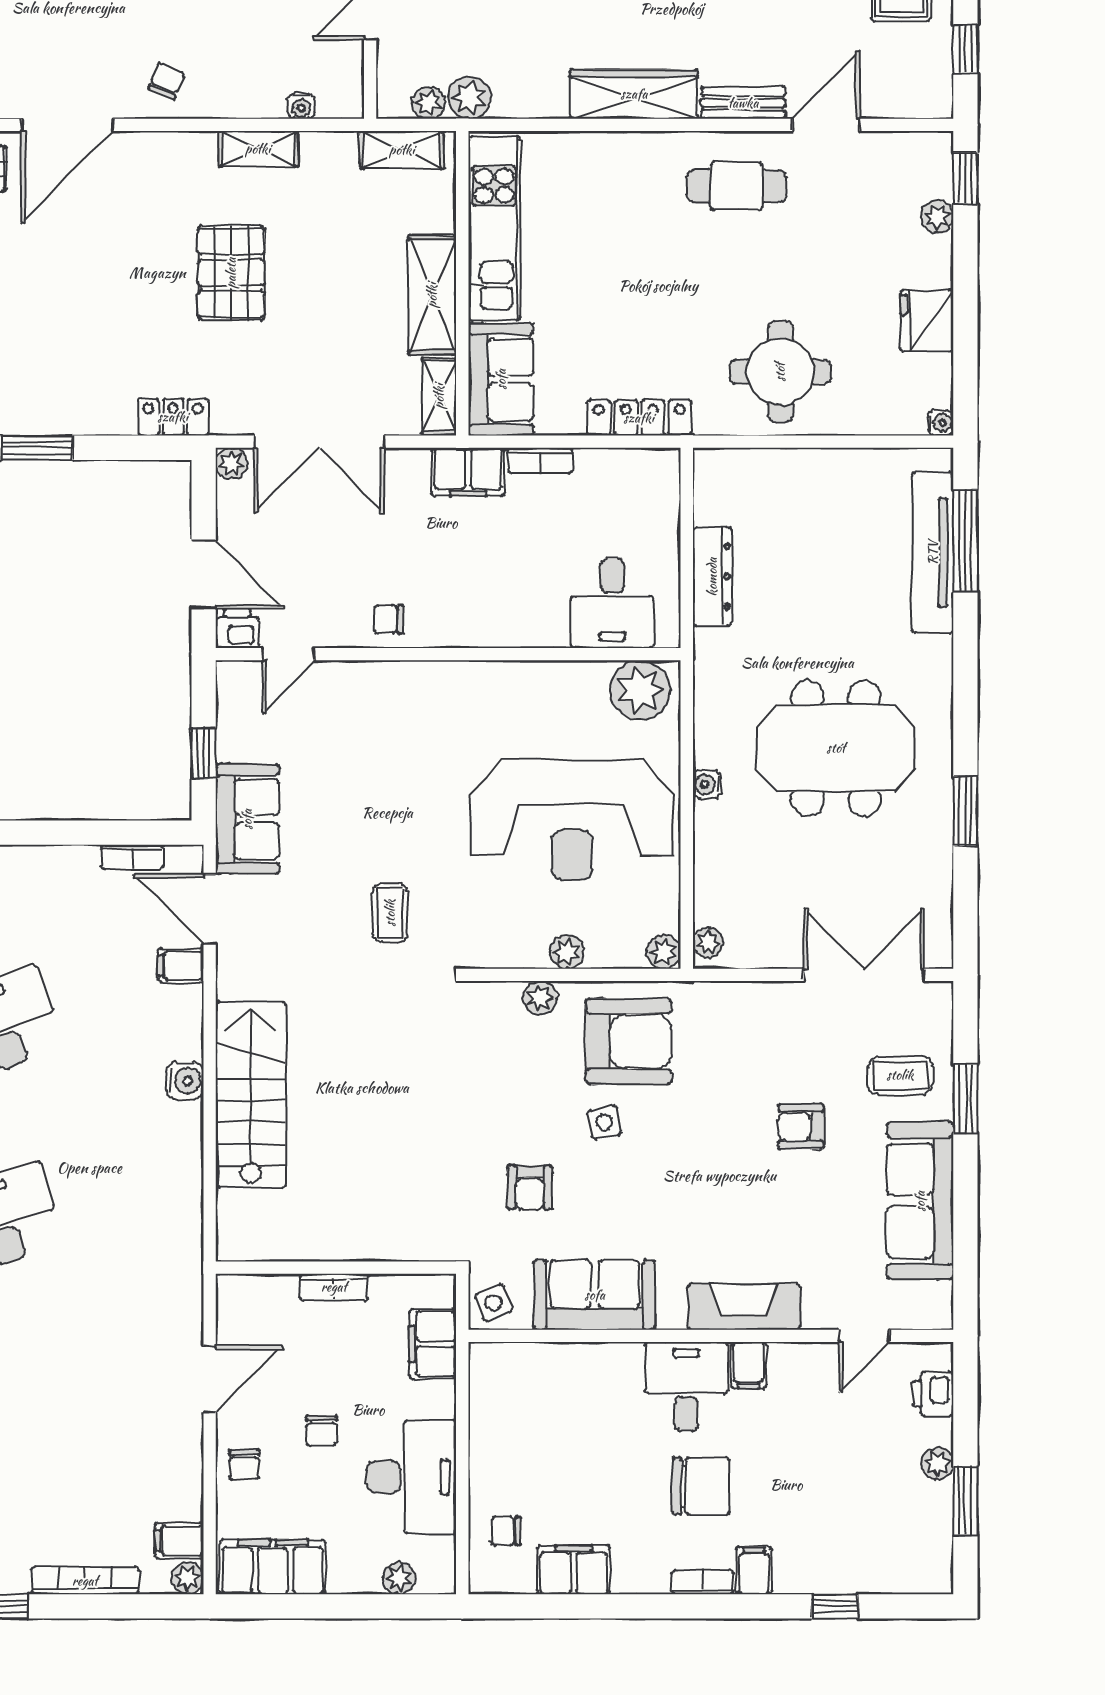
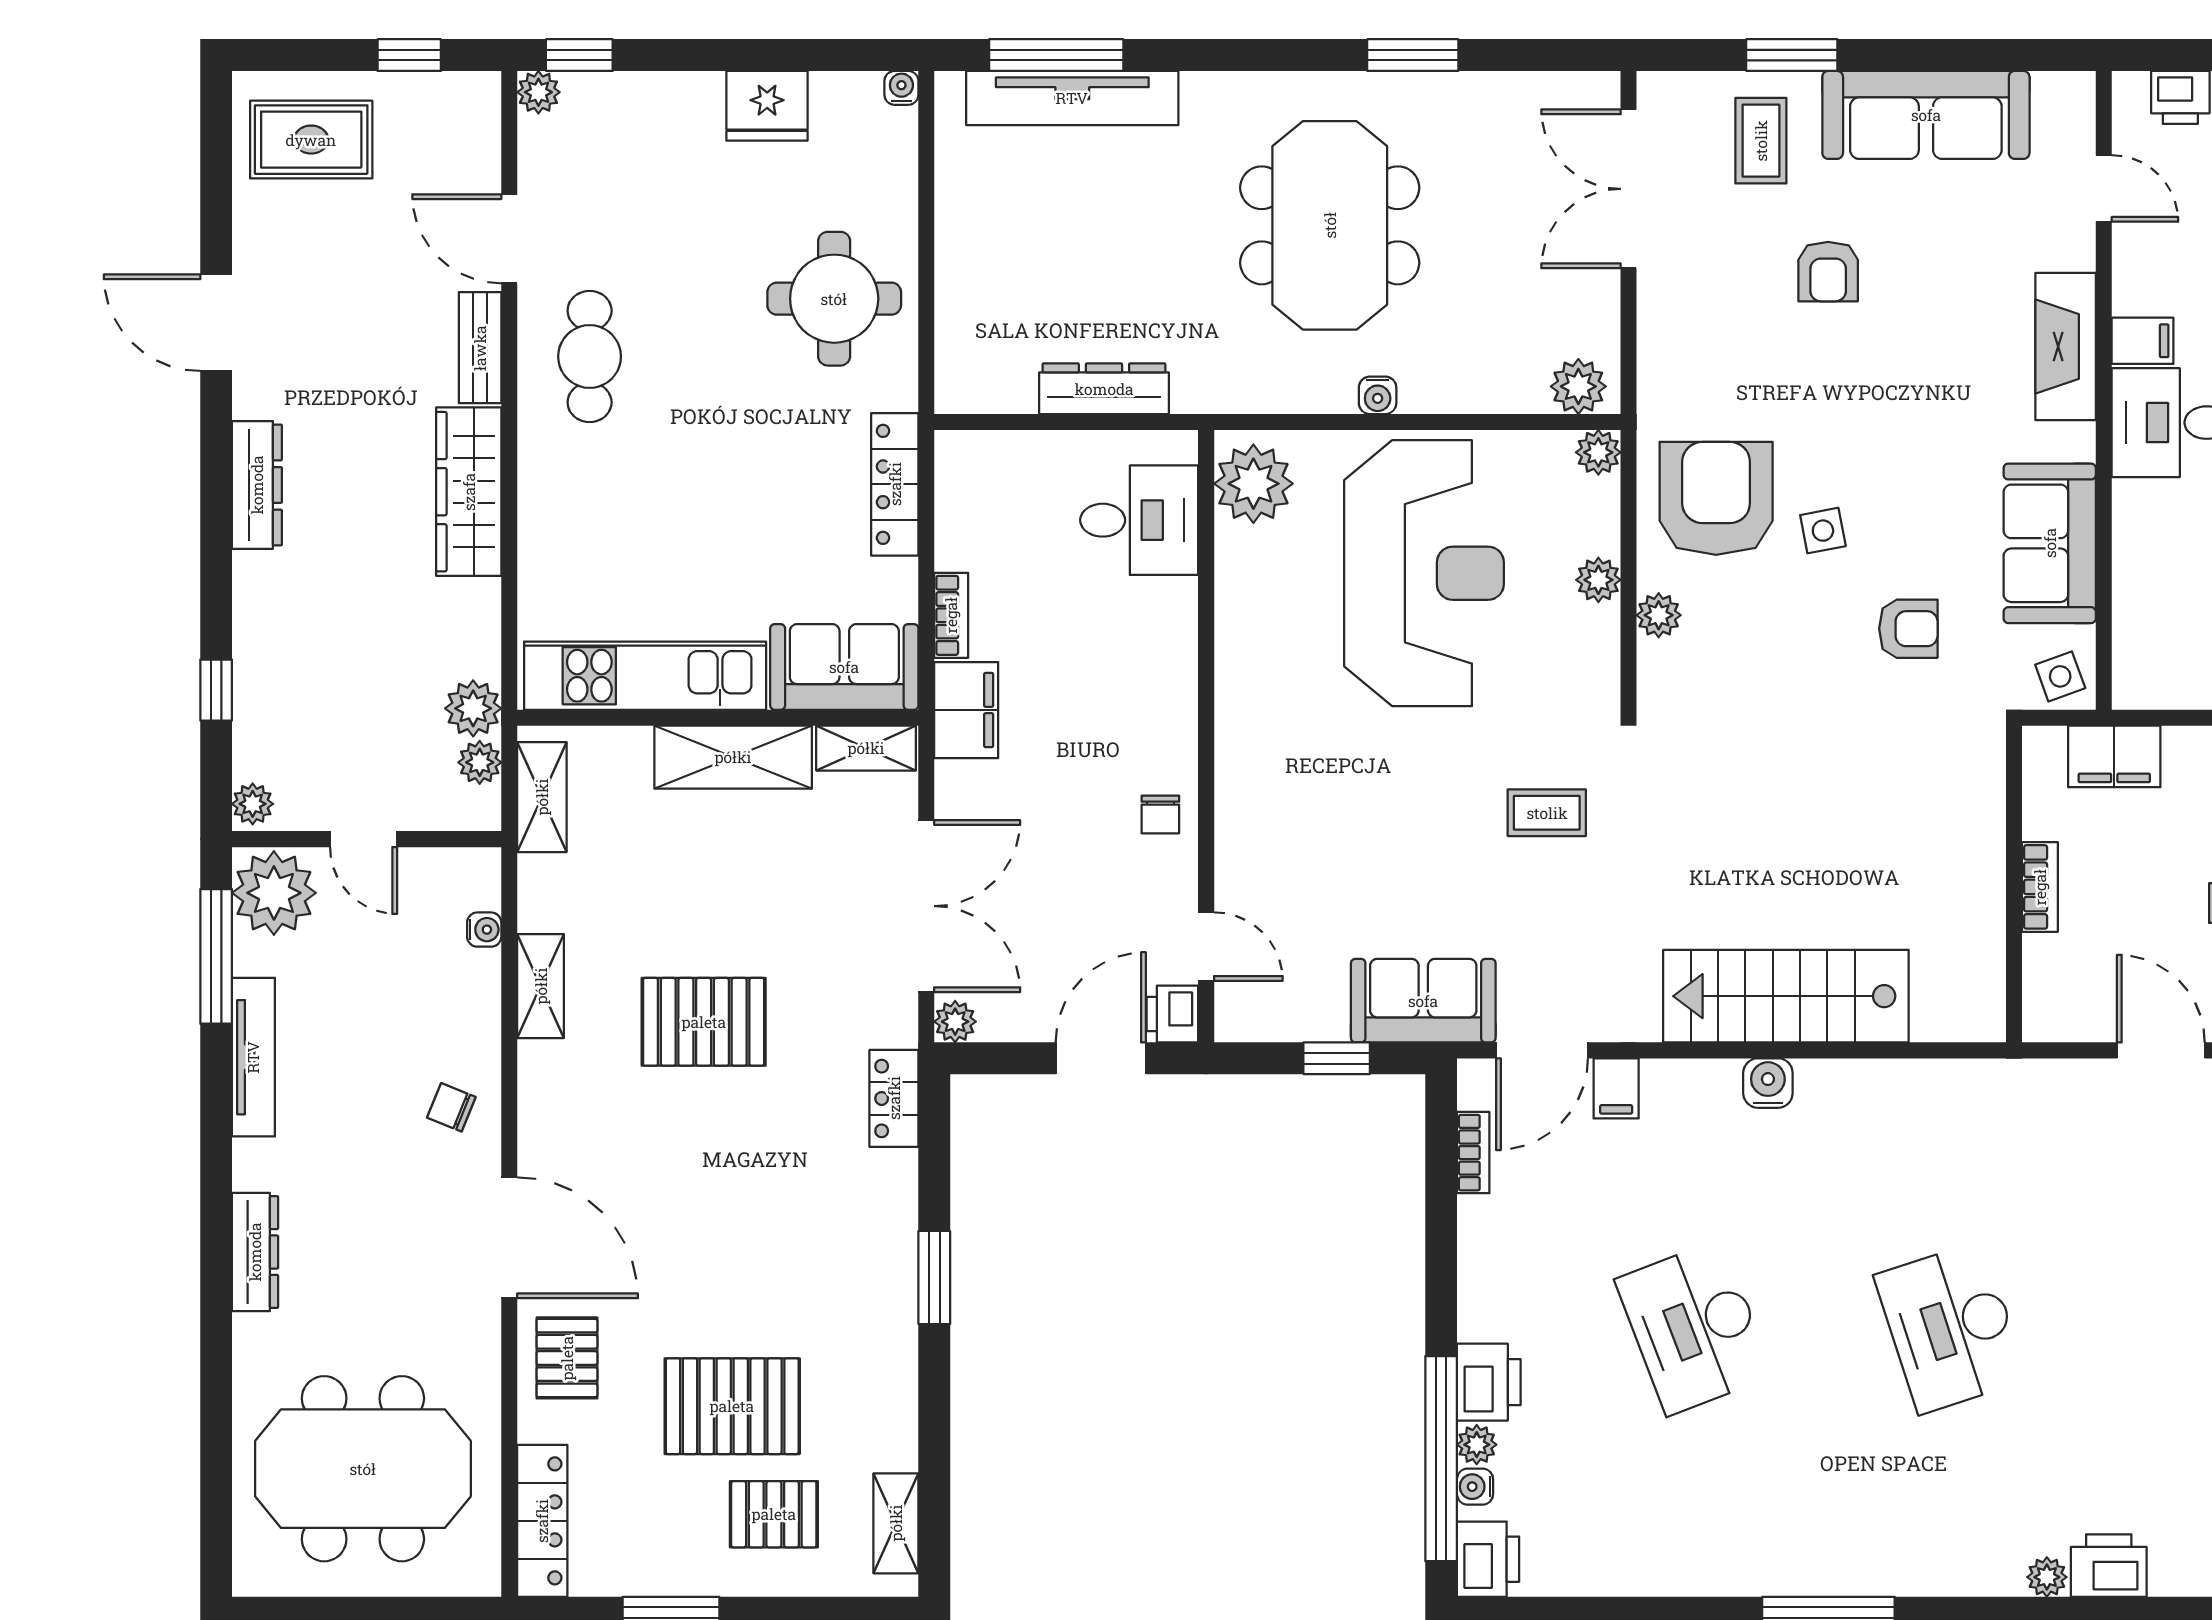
plant: (937, 217) -> (538, 92), moved
plant: (708, 943) -> (1578, 386), width x1.38, depth x1.38

